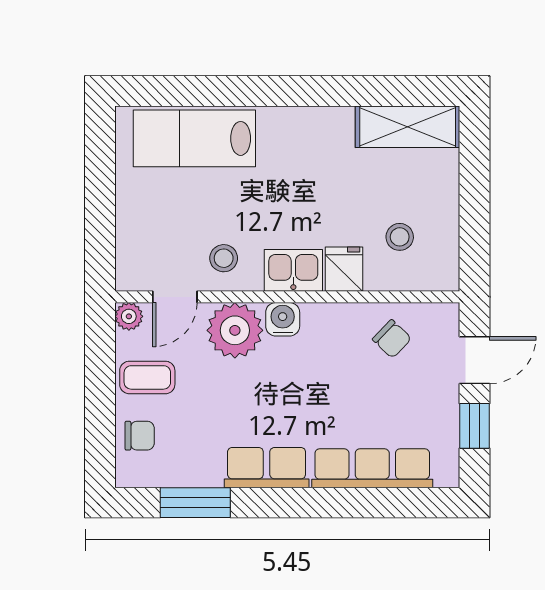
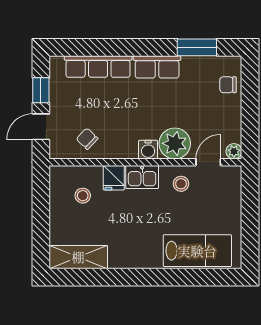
coffee table: (147, 377) -> (224, 117), removed

